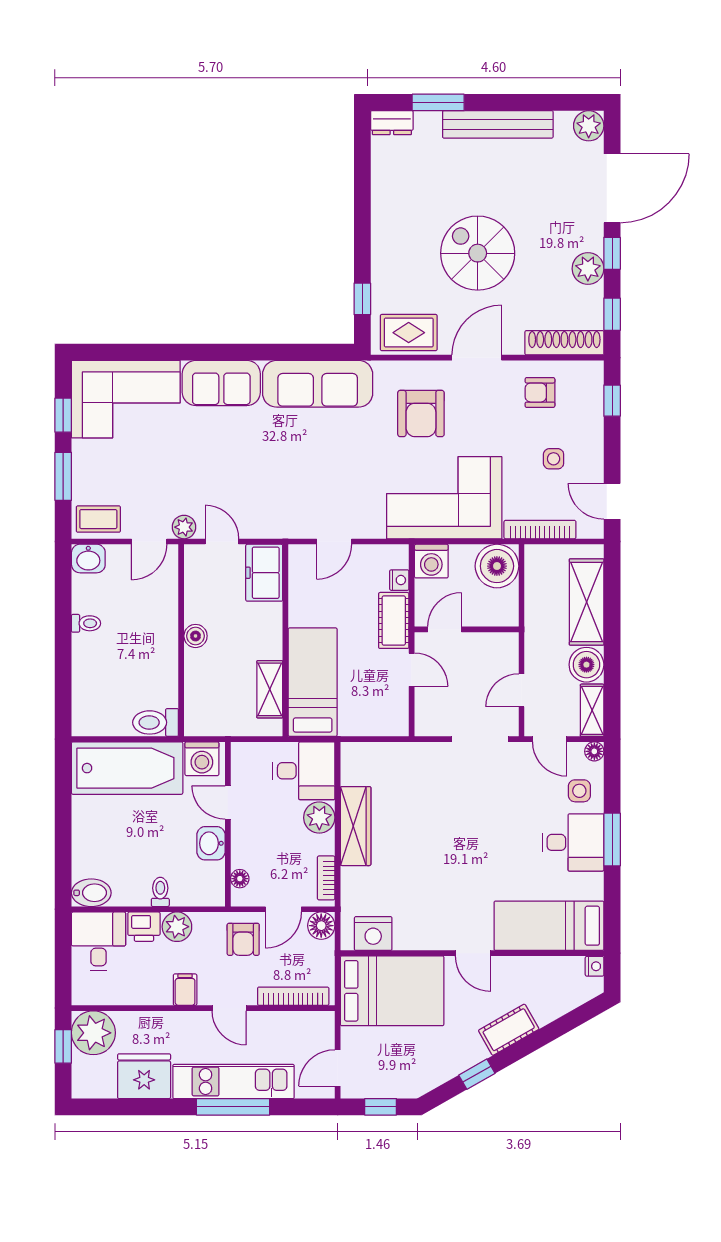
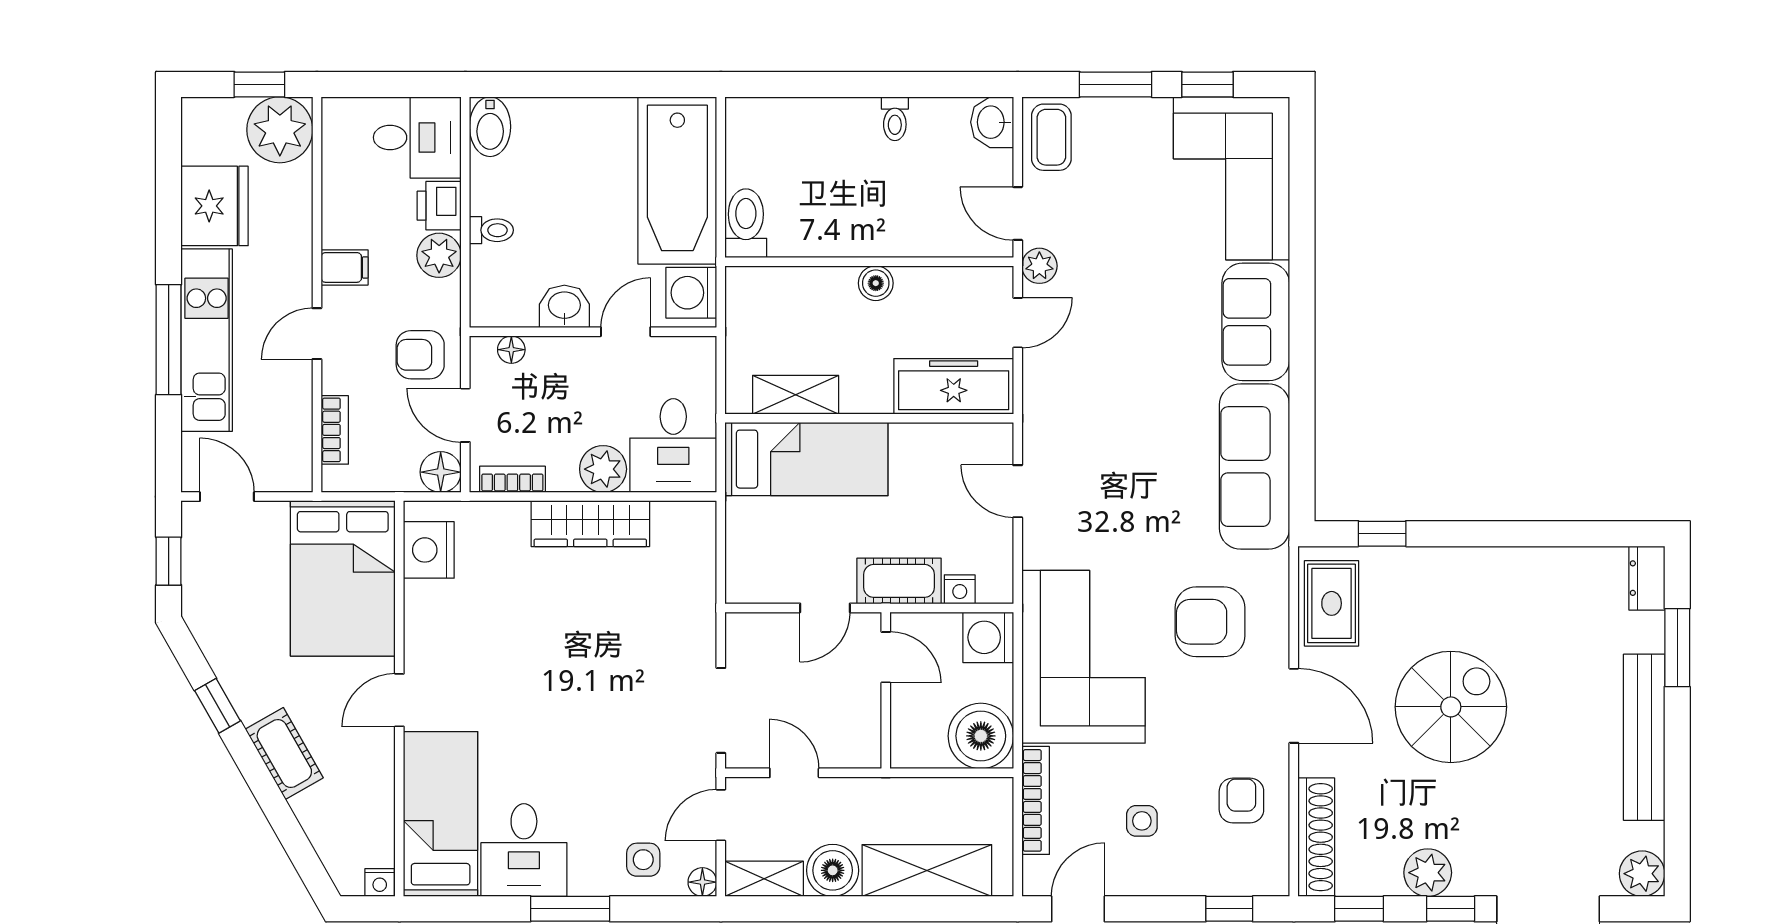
freezer: (264, 573) -> (954, 386), width x1.40
desk: (573, 842) -> (524, 850), moved
bookcase: (293, 996) -> (335, 430), width x0.64

